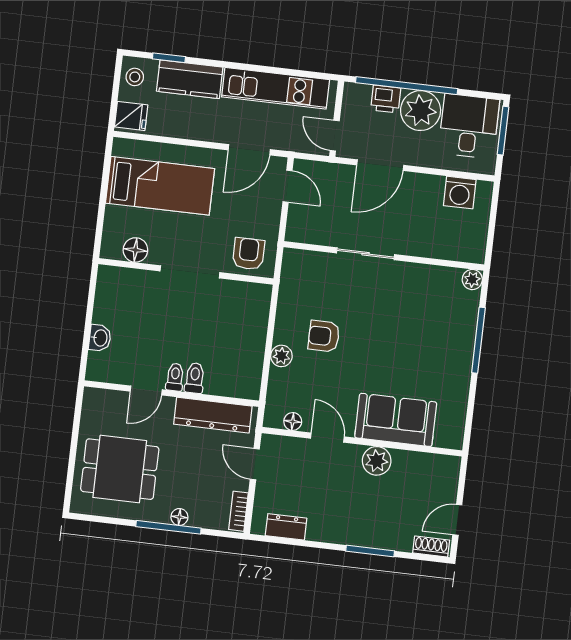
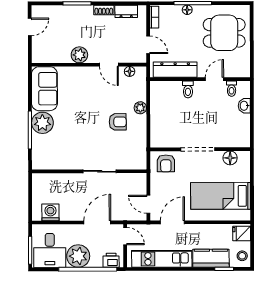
printer: (386, 99) -> (111, 260), moved
plant: (472, 280) -> (42, 123), moved, width x1.88, depth x1.88
toilet: (175, 377) -> (232, 89), moved
sofa: (396, 420) -> (44, 89), moved, turned -90
shoe rack: (431, 546) -> (104, 10), moved

